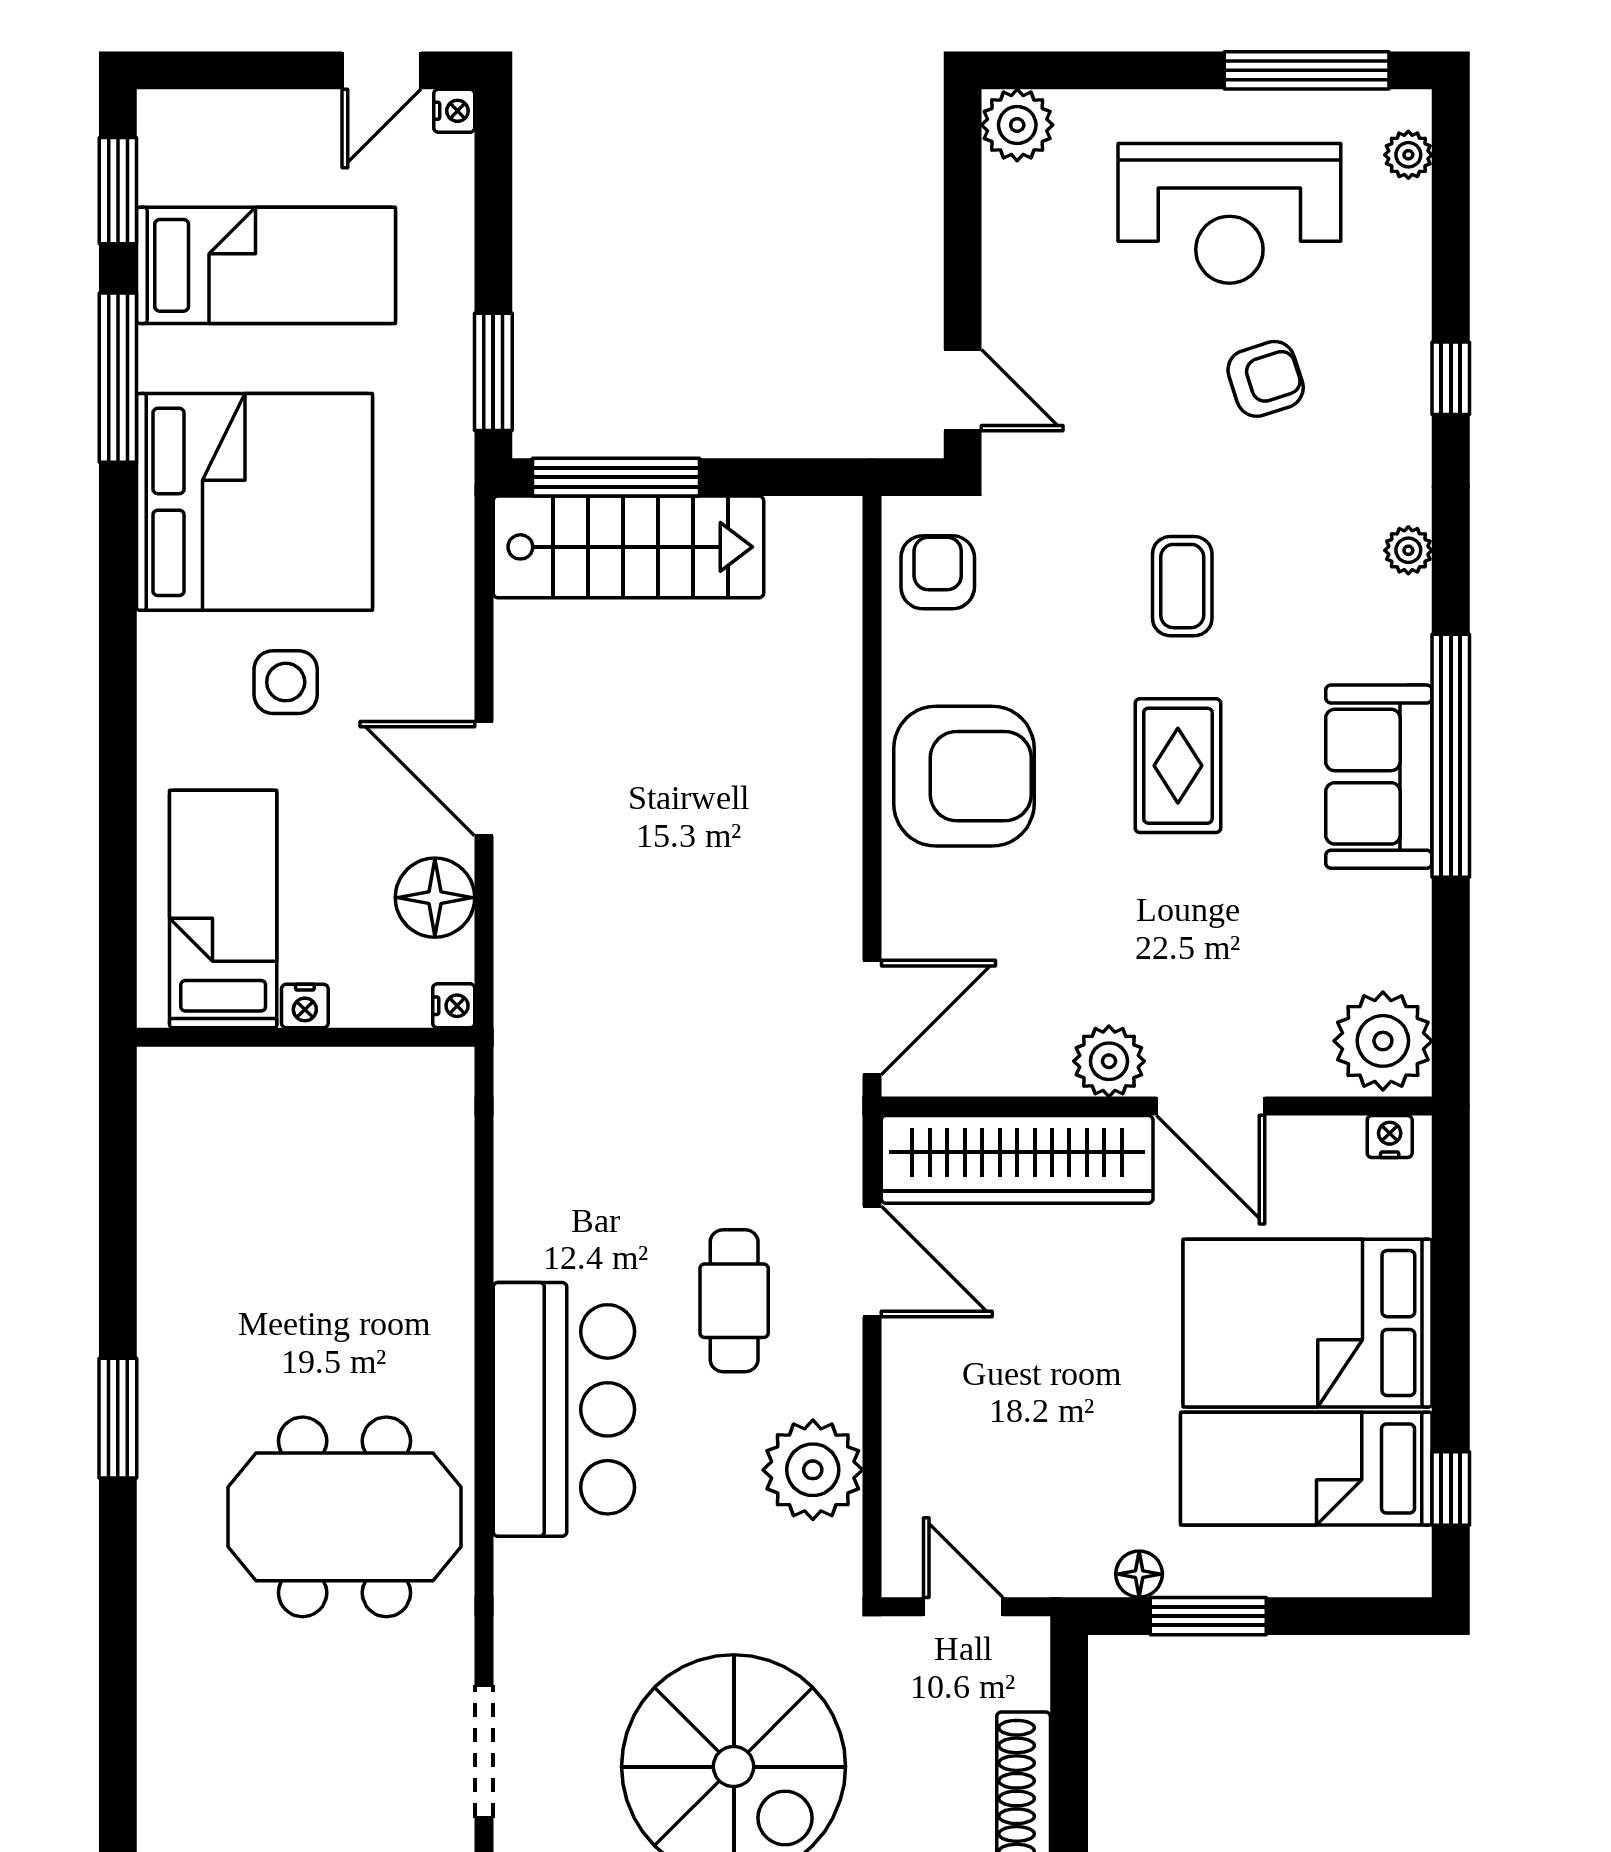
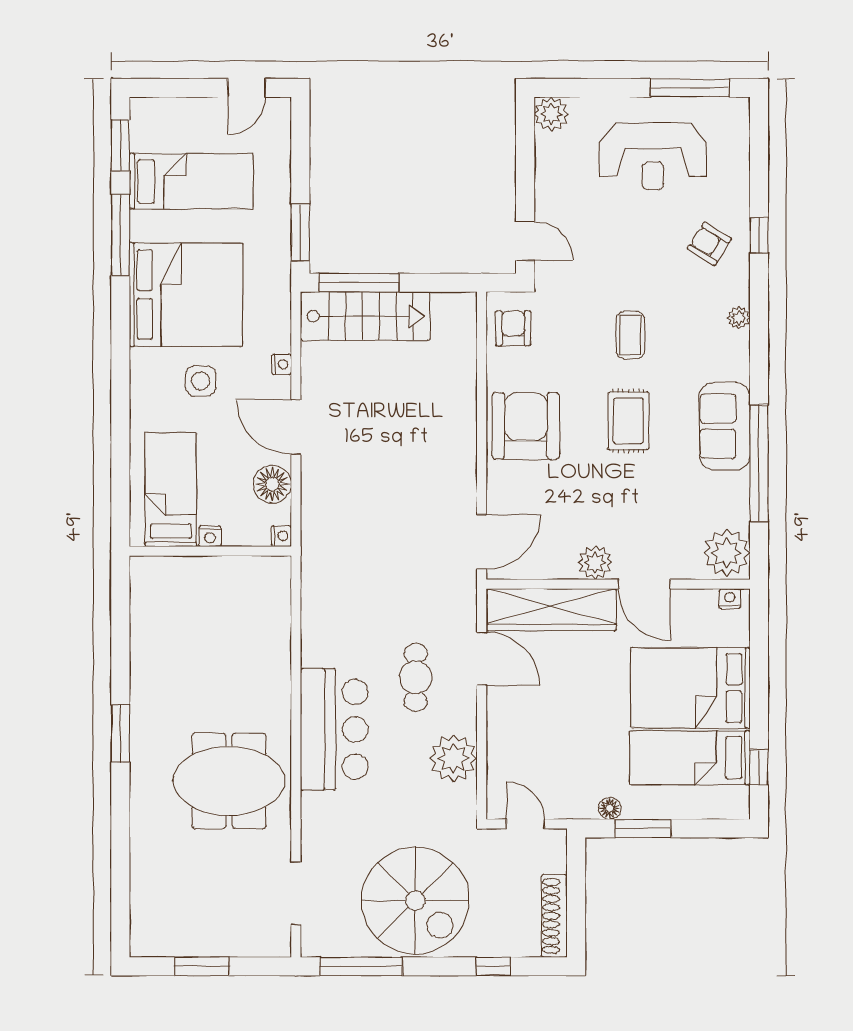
nightstand: (454, 111) -> (282, 364), moved
plant: (1408, 155) -> (739, 128), removed
armchair: (1266, 379) -> (709, 244), moved, turned -130
window: (1451, 756) -> (759, 463), moved
armchair: (964, 776) -> (526, 426), turned -90

